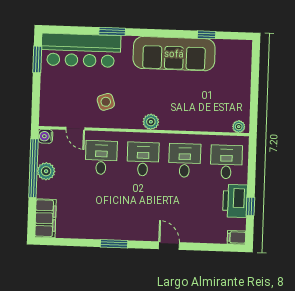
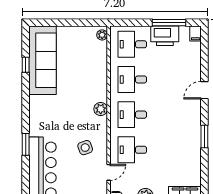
sofa: (174, 54) -> (43, 60), moved
window: (250, 206) -> (169, 23), width x2.17

